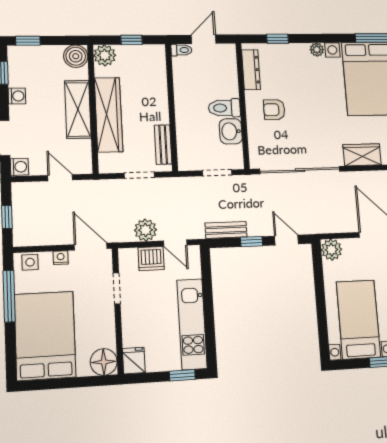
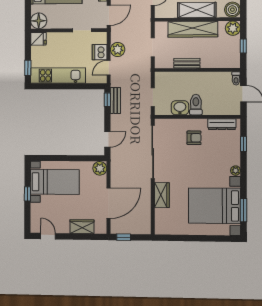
armchair: (274, 110) -> (194, 138), turned 90
bench: (163, 145) -> (187, 63), moved
window: (252, 242) -> (107, 100), moved

